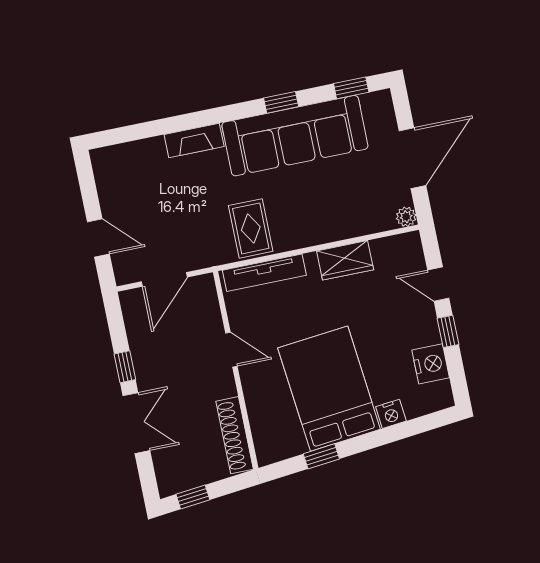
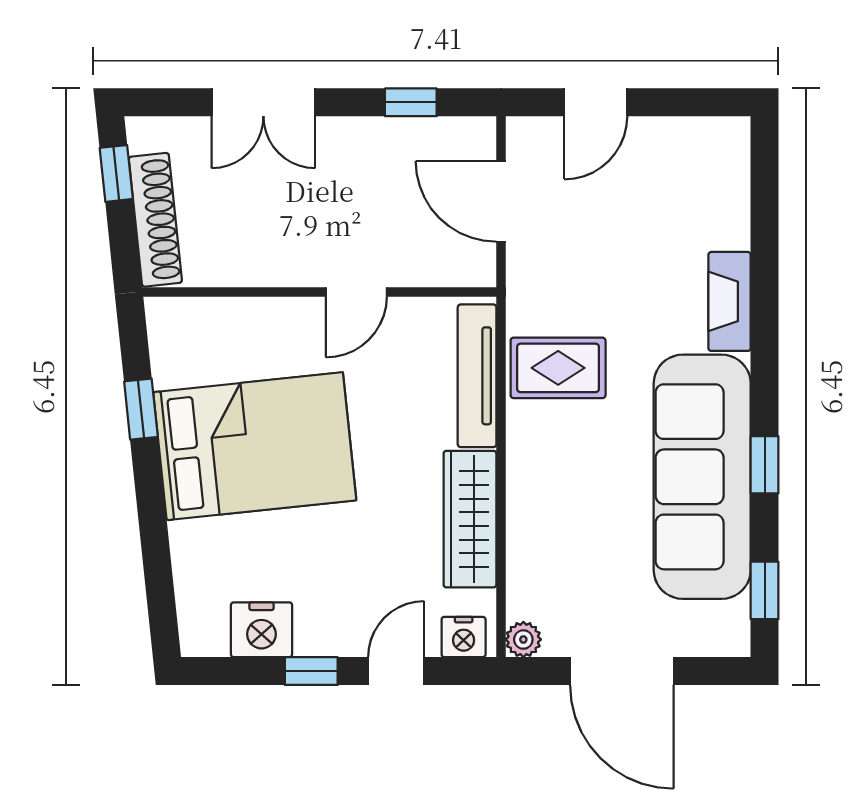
wardrobe: (345, 260) -> (470, 519), width x1.50
window: (125, 367) -> (411, 102), moved
nightstand: (391, 414) -> (464, 637), moved, turned -84
shoe rack: (235, 435) -> (155, 220), moved, turned 84

